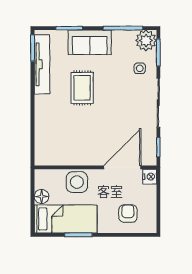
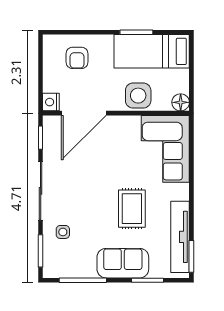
plant: (146, 40) -> (55, 265), removed
corner sofa: (54, 138) -> (165, 149), added
floor lamp: (42, 196) -> (181, 102), moved

